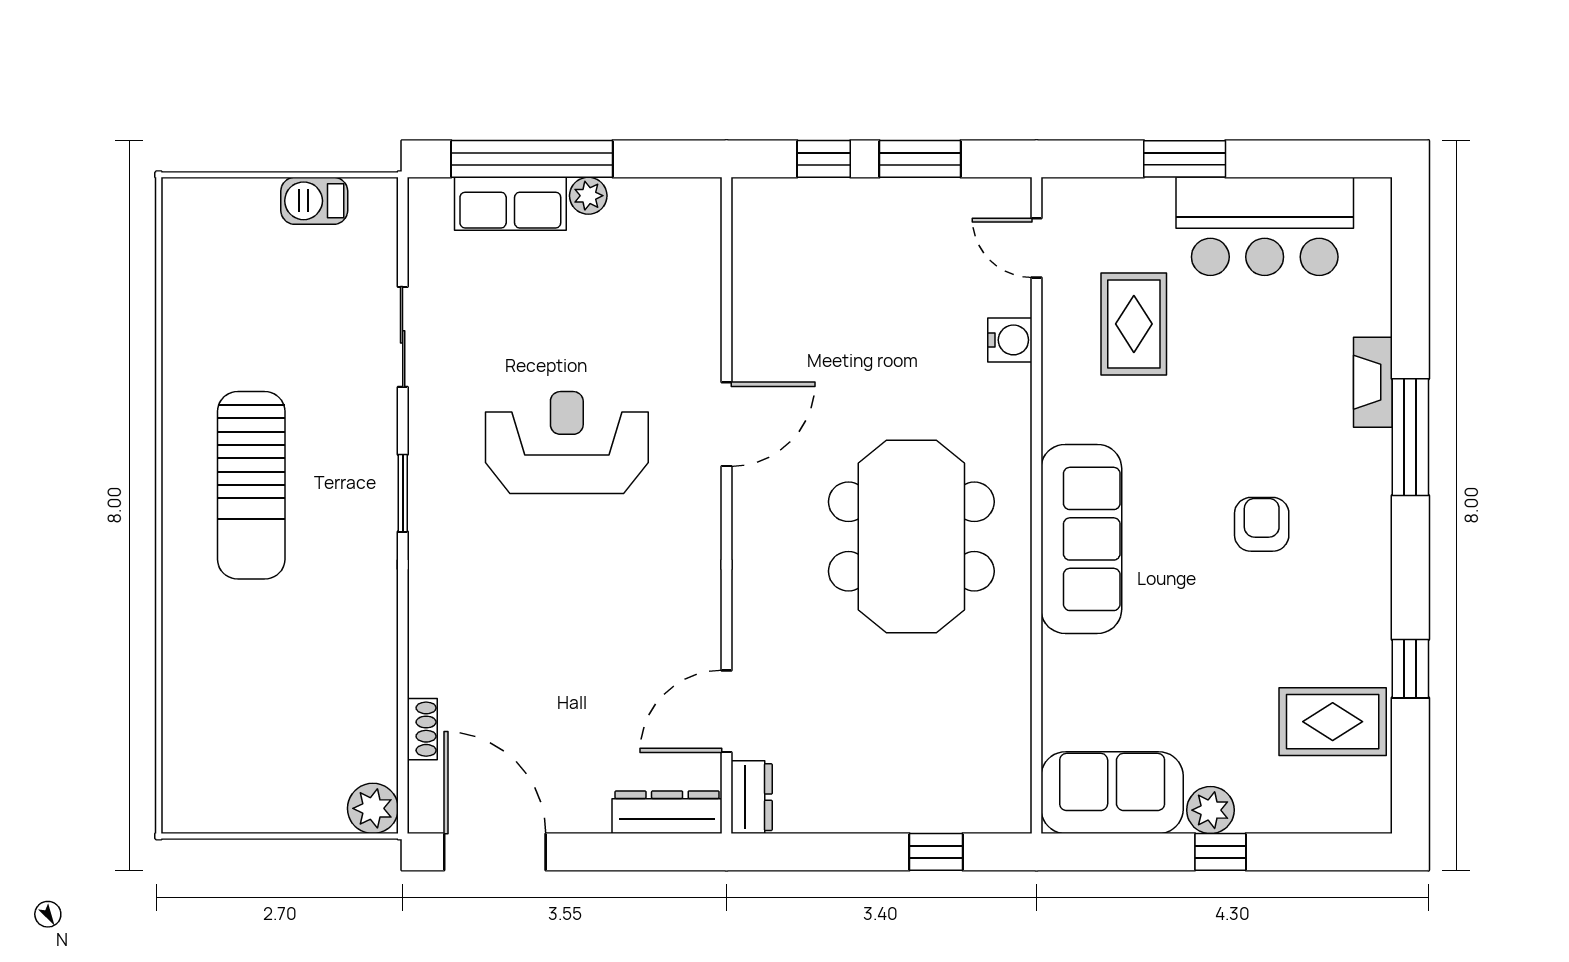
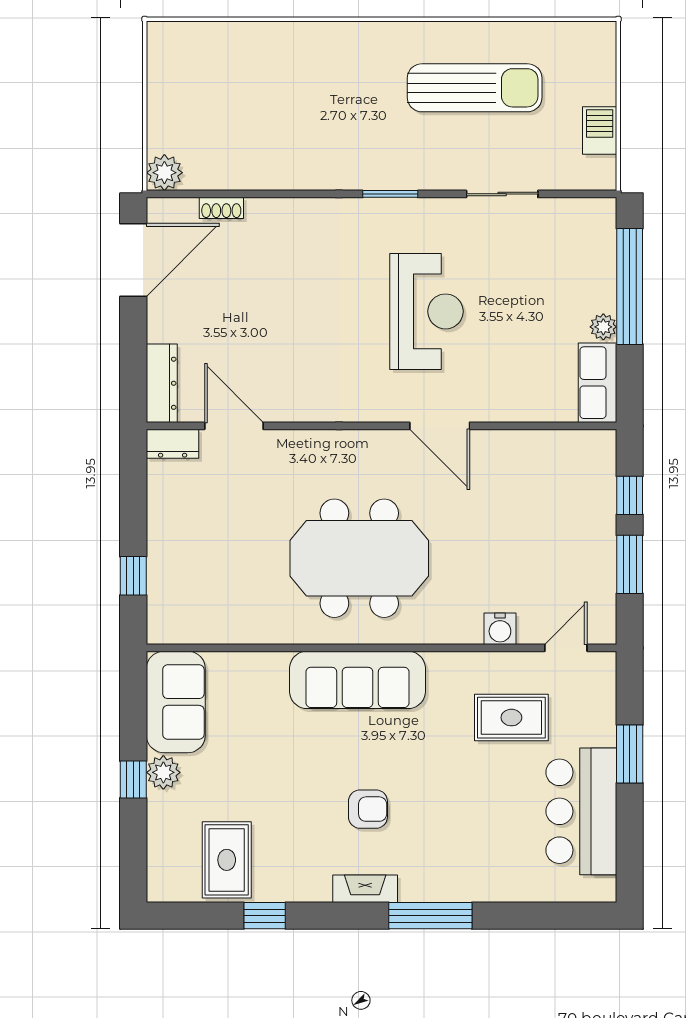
row of seats: (510, 204) -> (598, 383), moved
fireplace: (1373, 382) -> (365, 889), moved
sun lounger: (251, 485) -> (475, 88), moved, turned 180

